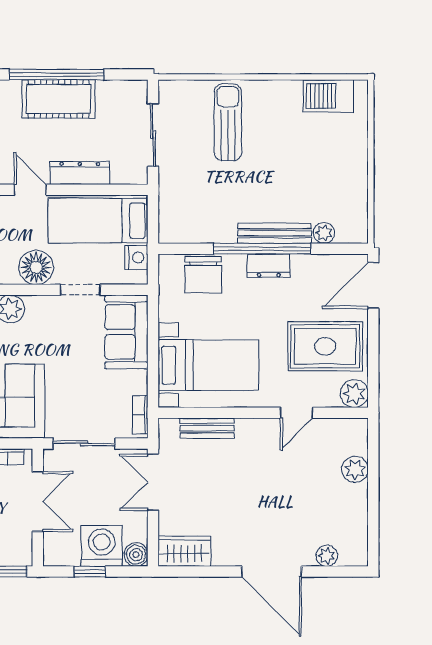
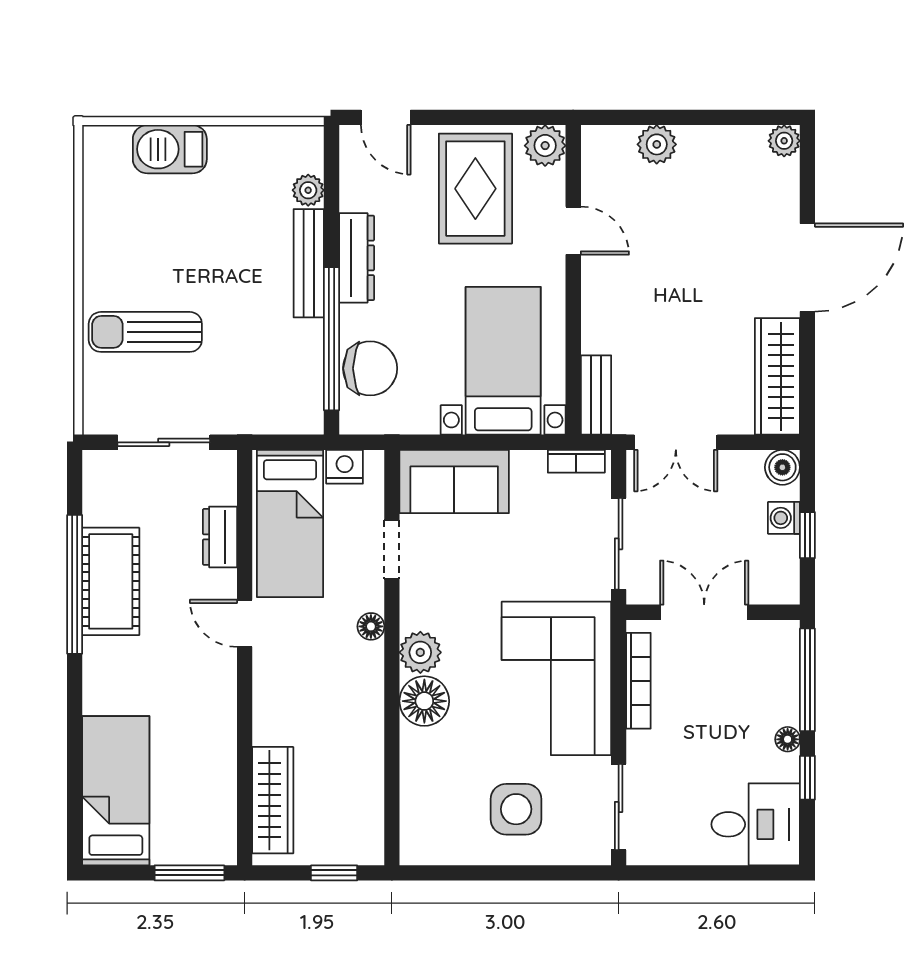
barbecue: (328, 96) -> (170, 149), moved, turned 90
dresser: (80, 173) -> (220, 537), width x0.70
door: (30, 190) -> (245, 623), hinge flipped
window: (262, 249) -> (331, 339), moved
dresser: (269, 266) -> (357, 258), width x1.44
floor lamp: (36, 267) -> (371, 626), width x0.53, depth x0.53
door: (373, 286) -> (386, 117), width x0.73
bench: (207, 428) -> (596, 395), moved
washing machine: (102, 546) -> (784, 518), width x0.53, depth x0.53
wardrobe: (184, 551) -> (777, 376), width x1.50
plant: (327, 556) -> (784, 141), moved

